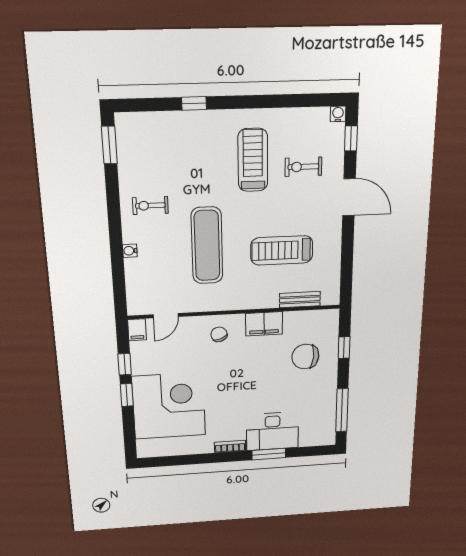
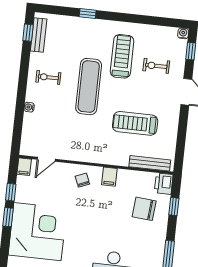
window: (109, 145) -> (28, 33), width x0.67
bench: (126, 146) -> (39, 35), added
exercise mat: (207, 246) -> (89, 87), moved
bench: (300, 300) -> (150, 163), width x1.36
printer: (328, 322) -> (164, 184), added
filing cabinet: (264, 324) -> (109, 177), width x0.50

